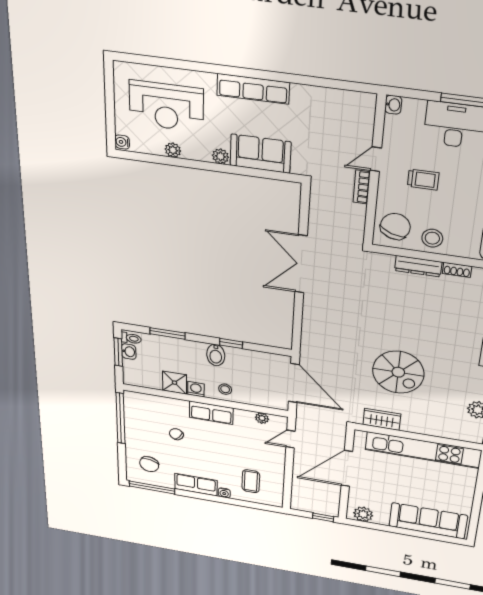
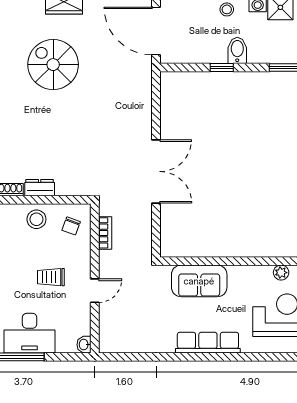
plant: (220, 156) -> (236, 273), removed
bookcase: (362, 187) -> (105, 233), moved
chair: (395, 226) -> (71, 226), width x0.54, depth x0.54
dresser: (418, 266) -> (40, 188), width x0.70

